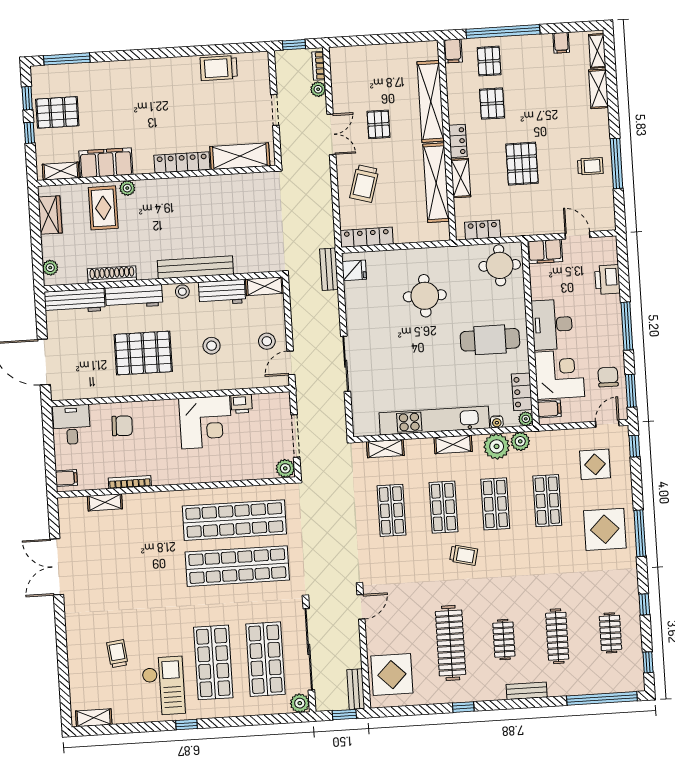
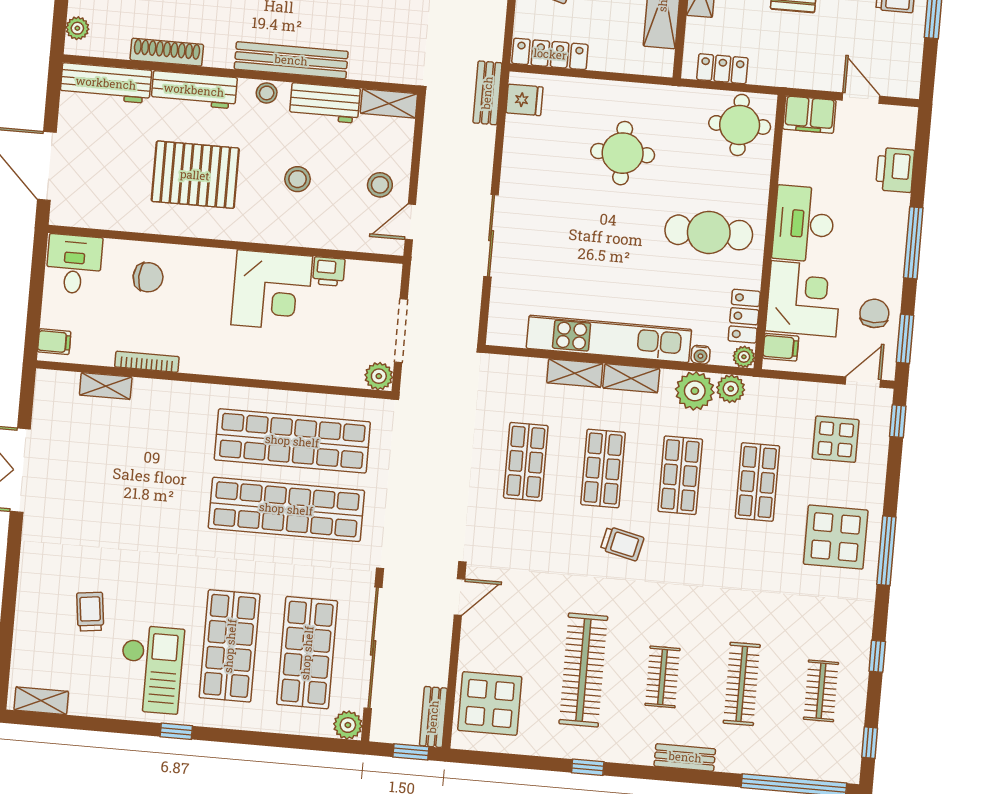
shelving: (385, 449) -> (575, 373), moved

